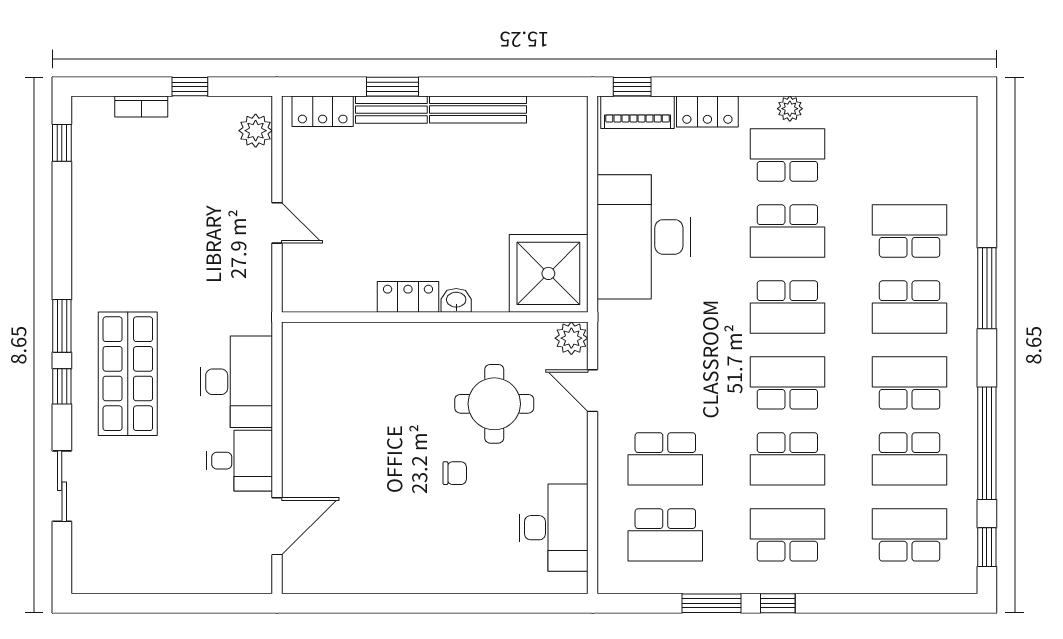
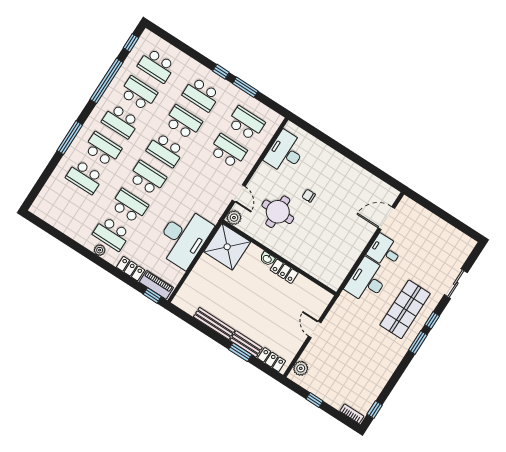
bookcase: (141, 106) -> (352, 414), moved

